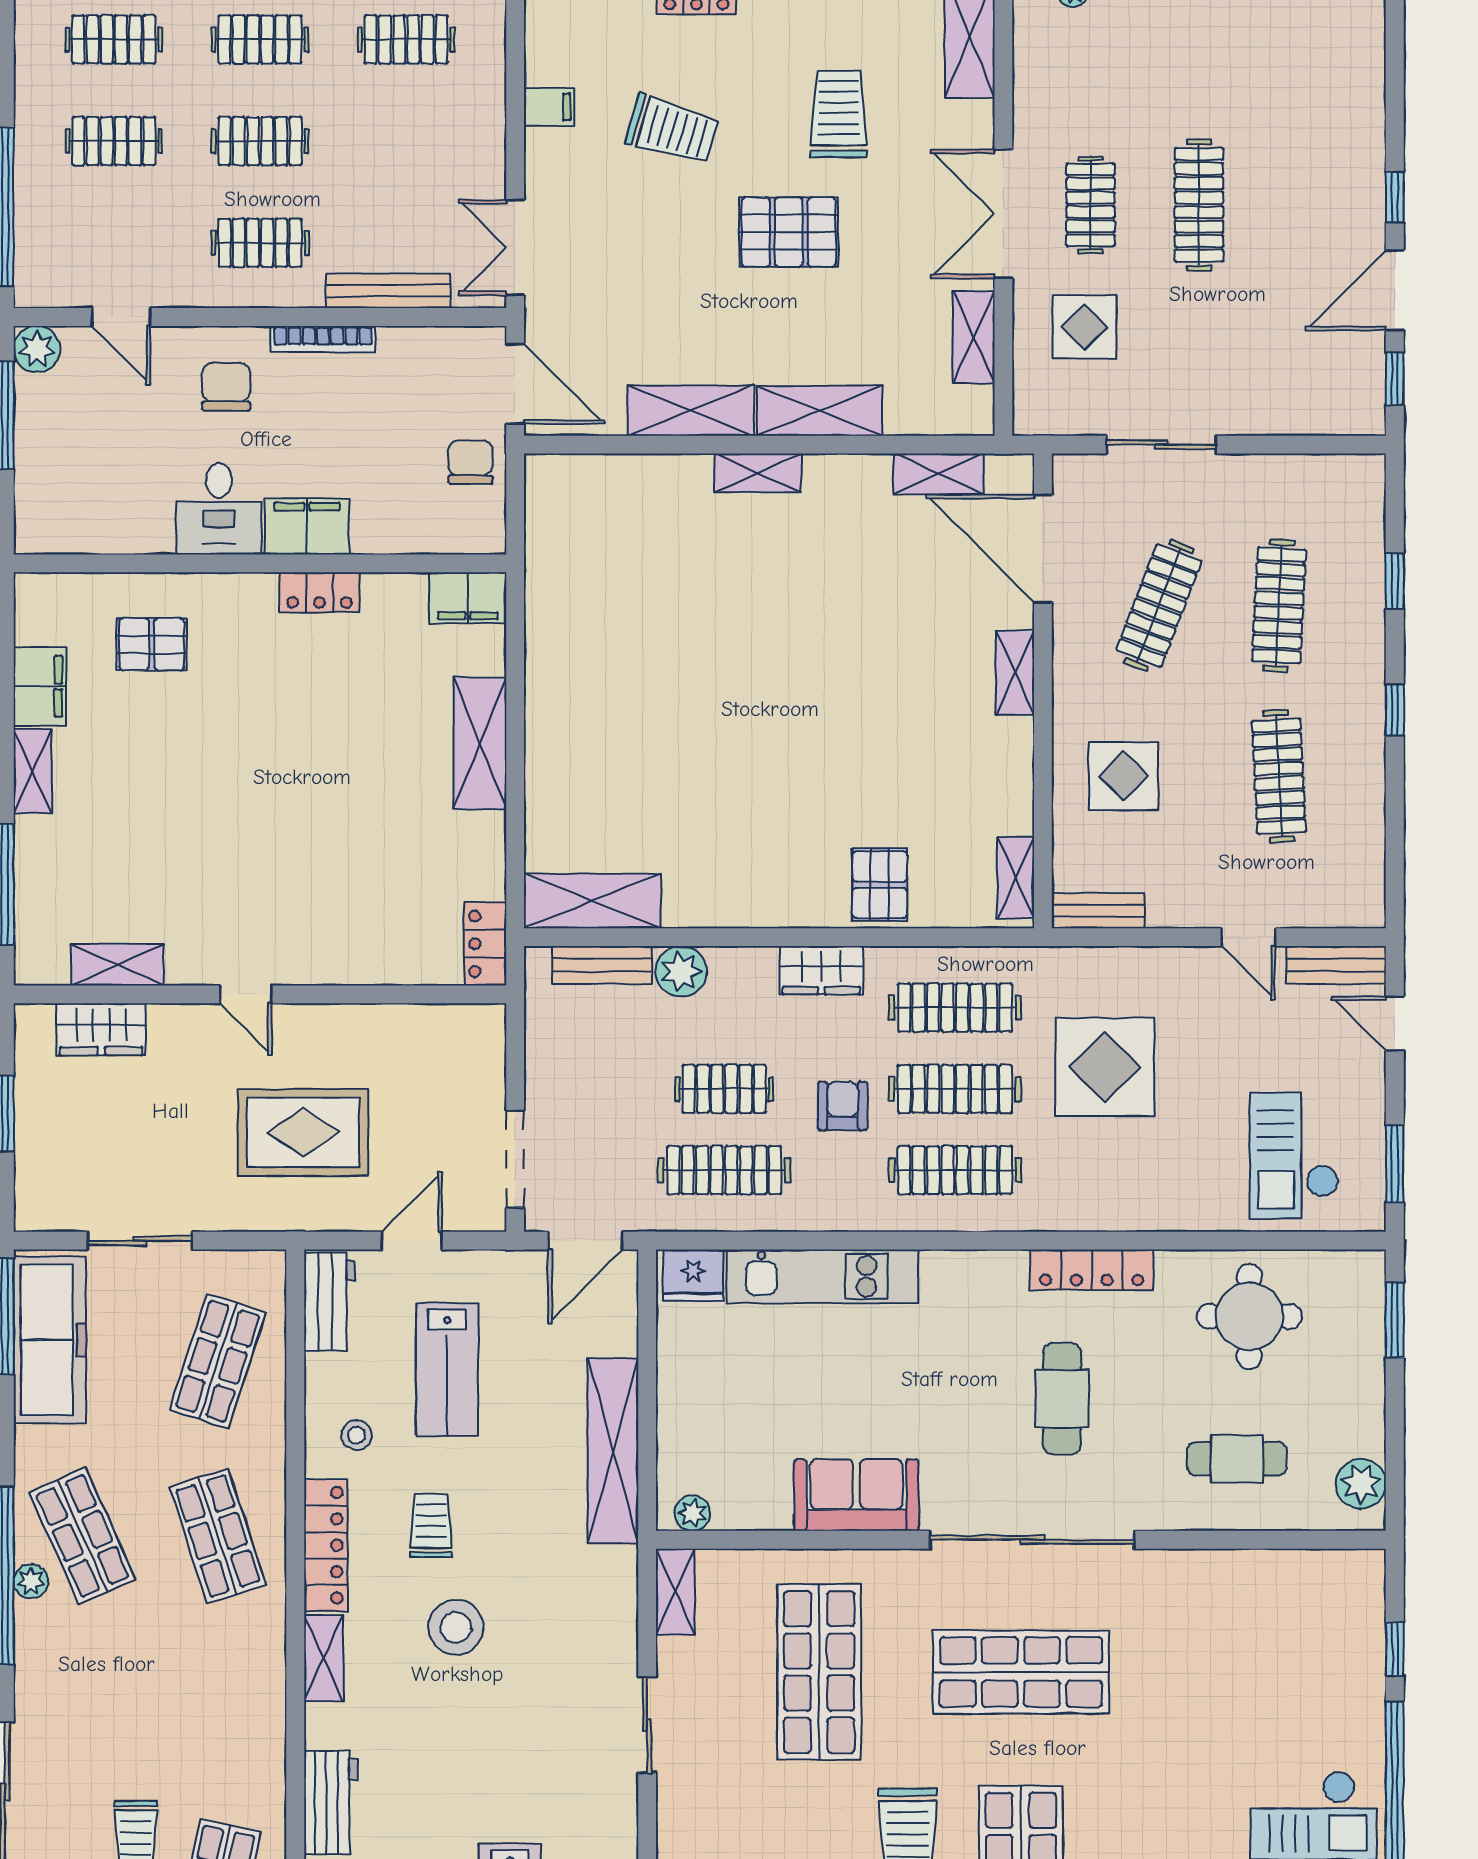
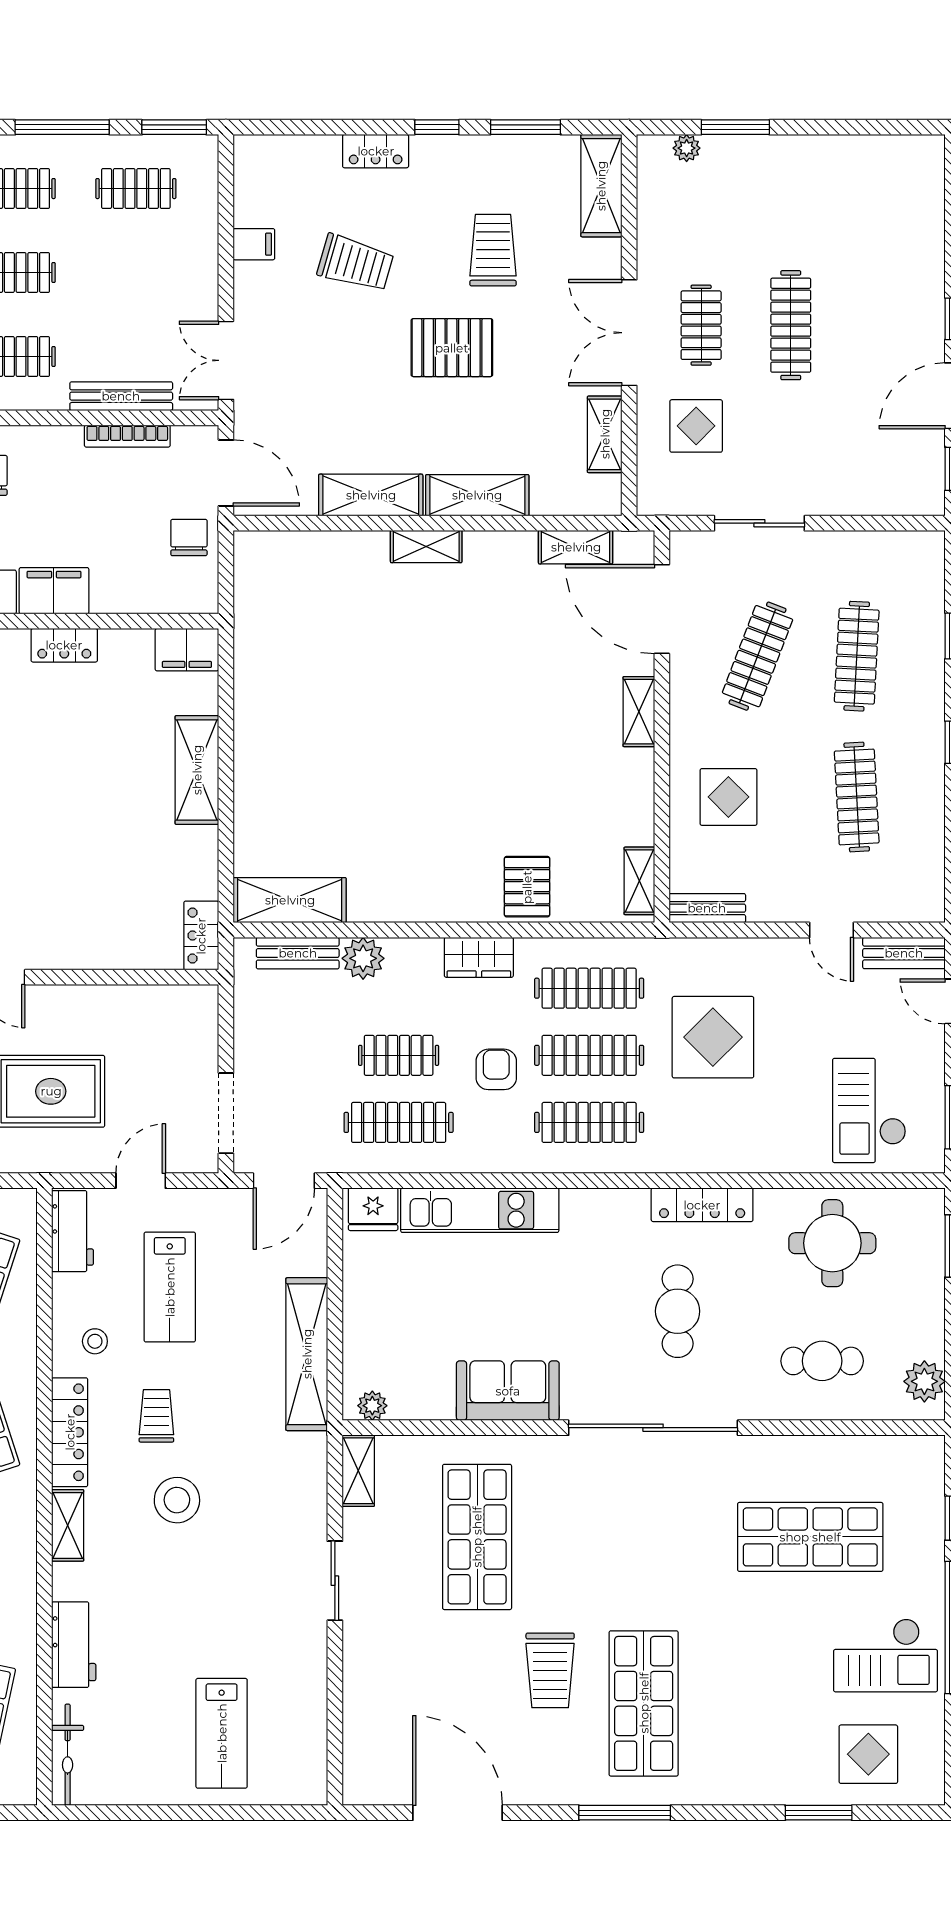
bookcase: (323, 339) -> (127, 436), moved
shop shelf: (1021, 1672) -> (810, 1537), moved

